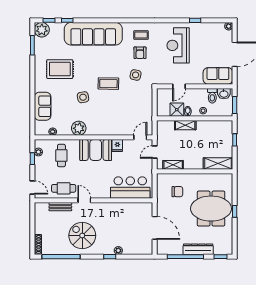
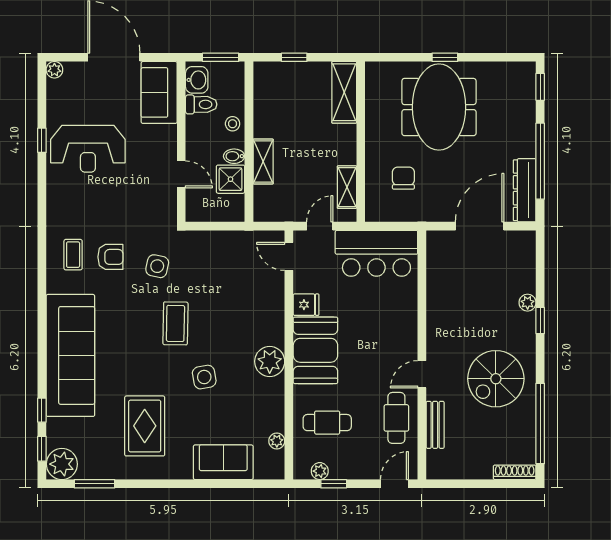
reception desk: (178, 45) -> (88, 149), moved
plant: (79, 128) -> (270, 361), moved
door: (155, 152) -> (320, 226), swing flipped
bar counter: (130, 188) -> (376, 253), moved, turned -90
dresser: (198, 249) -> (525, 190), moved

